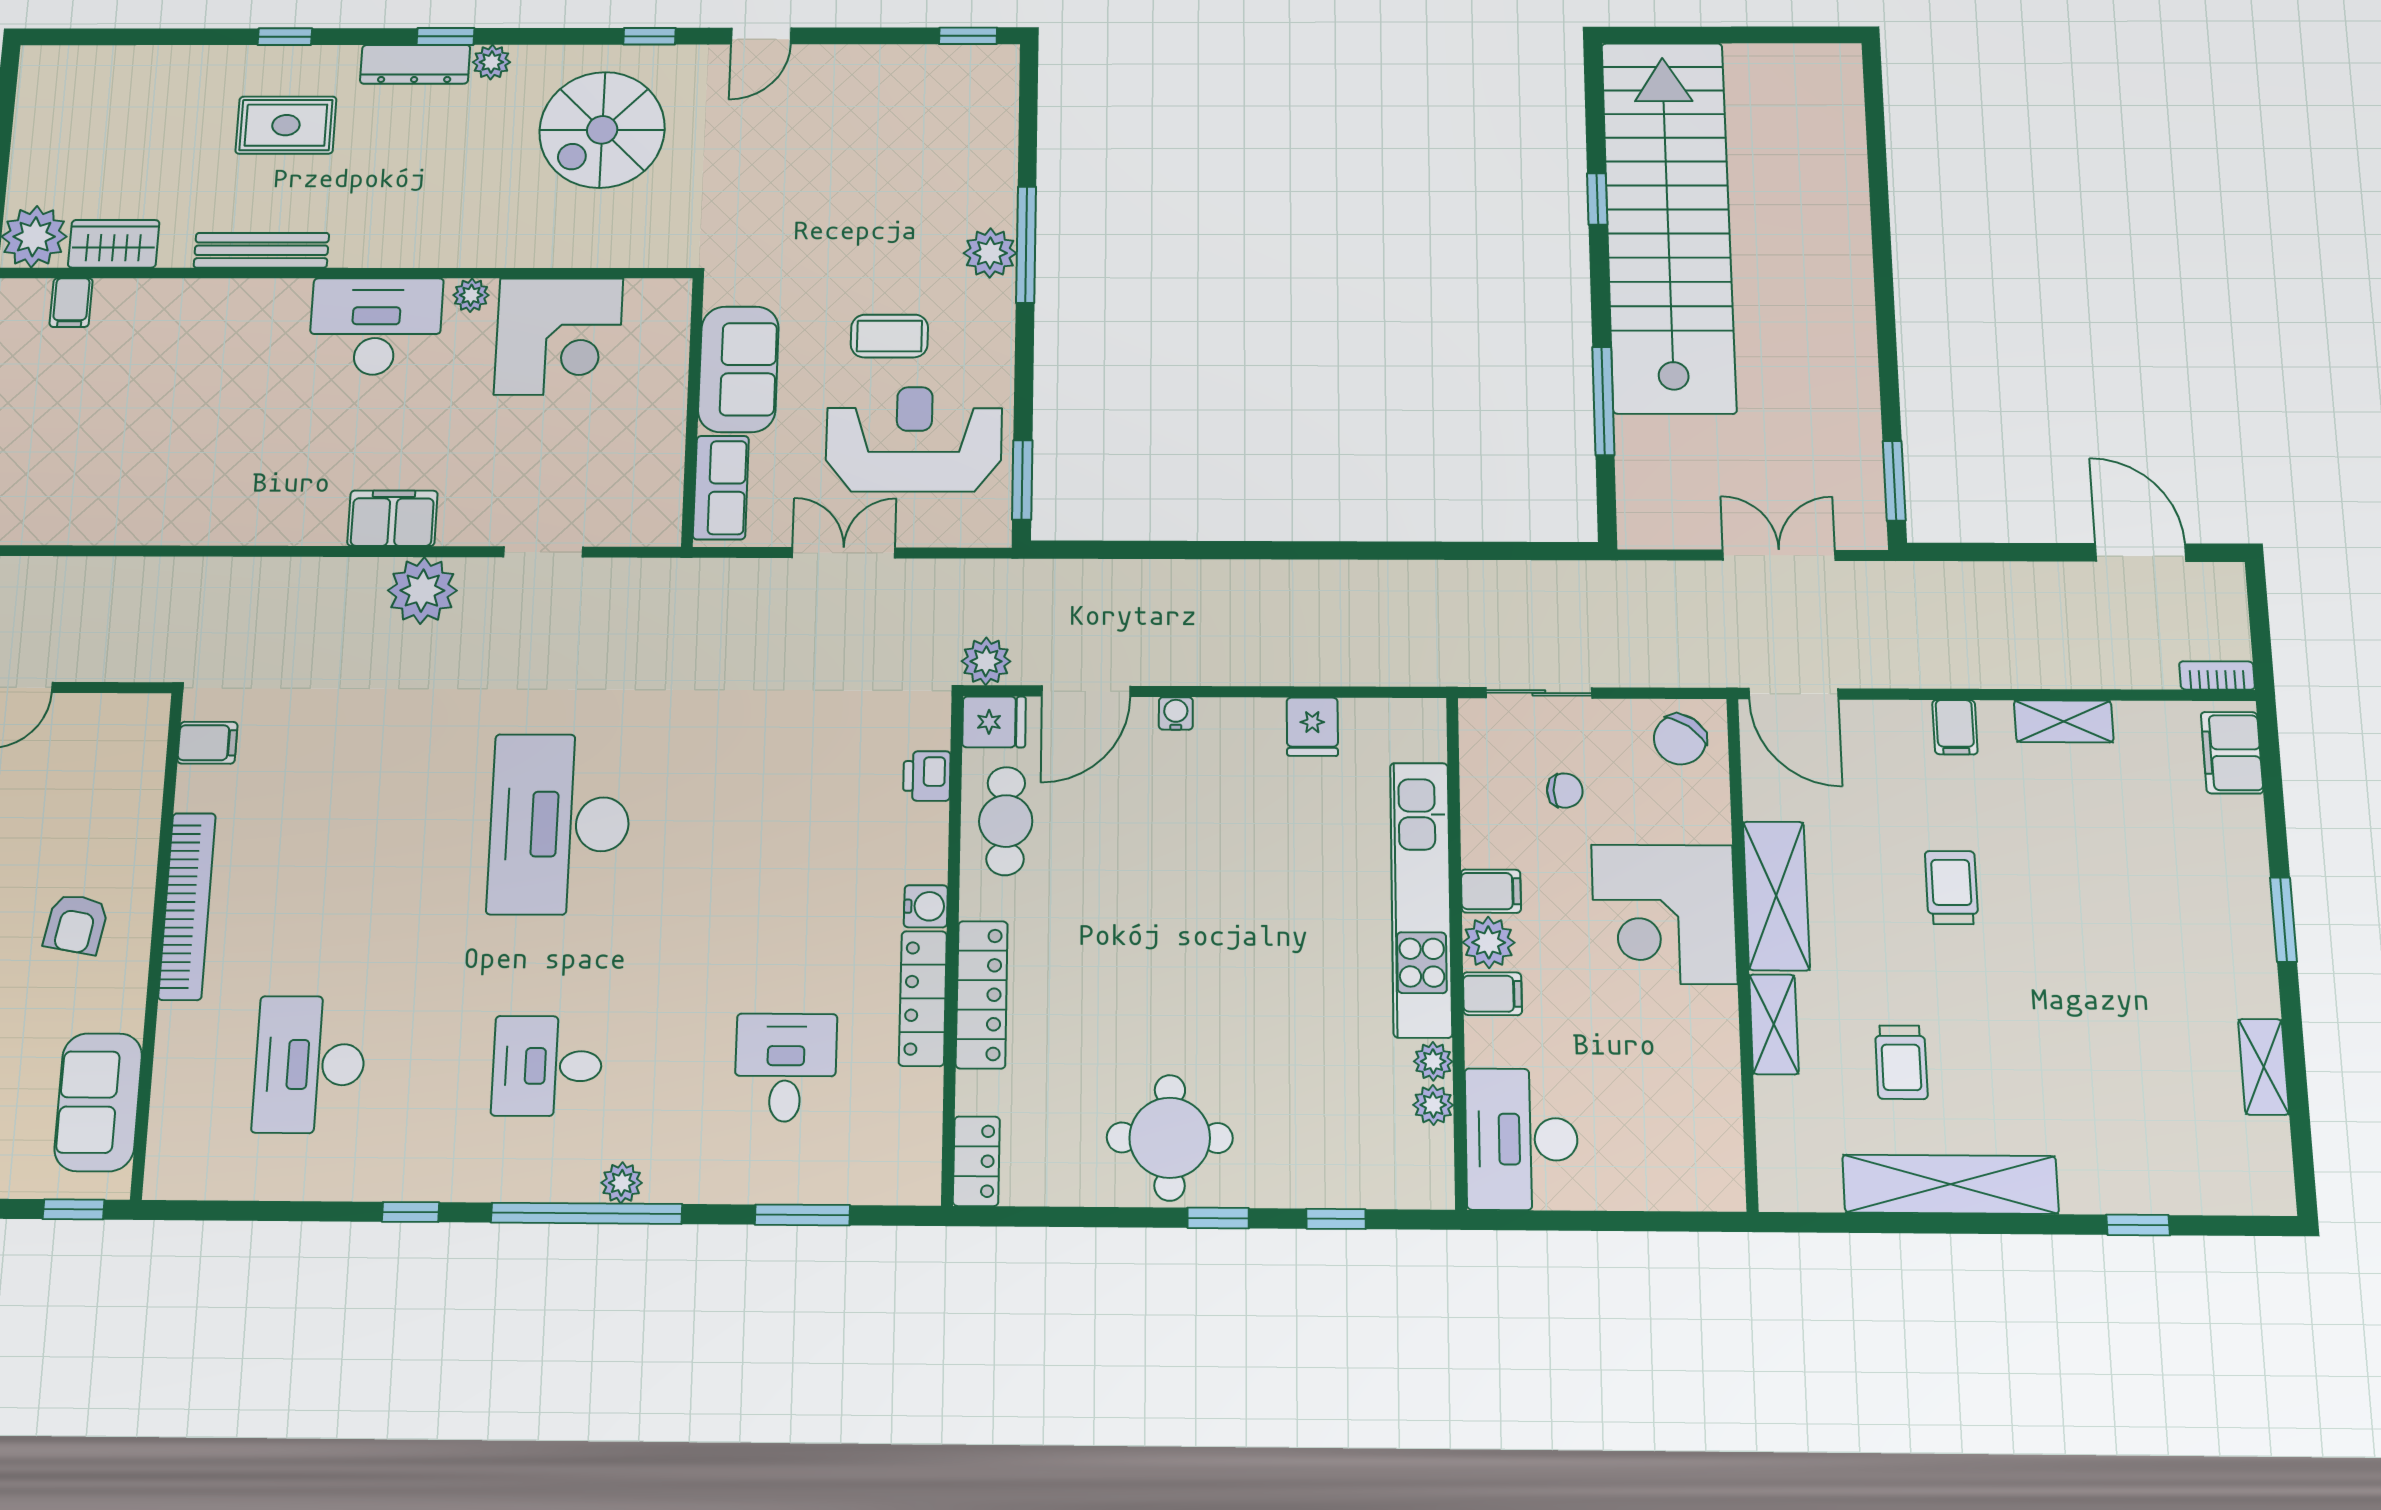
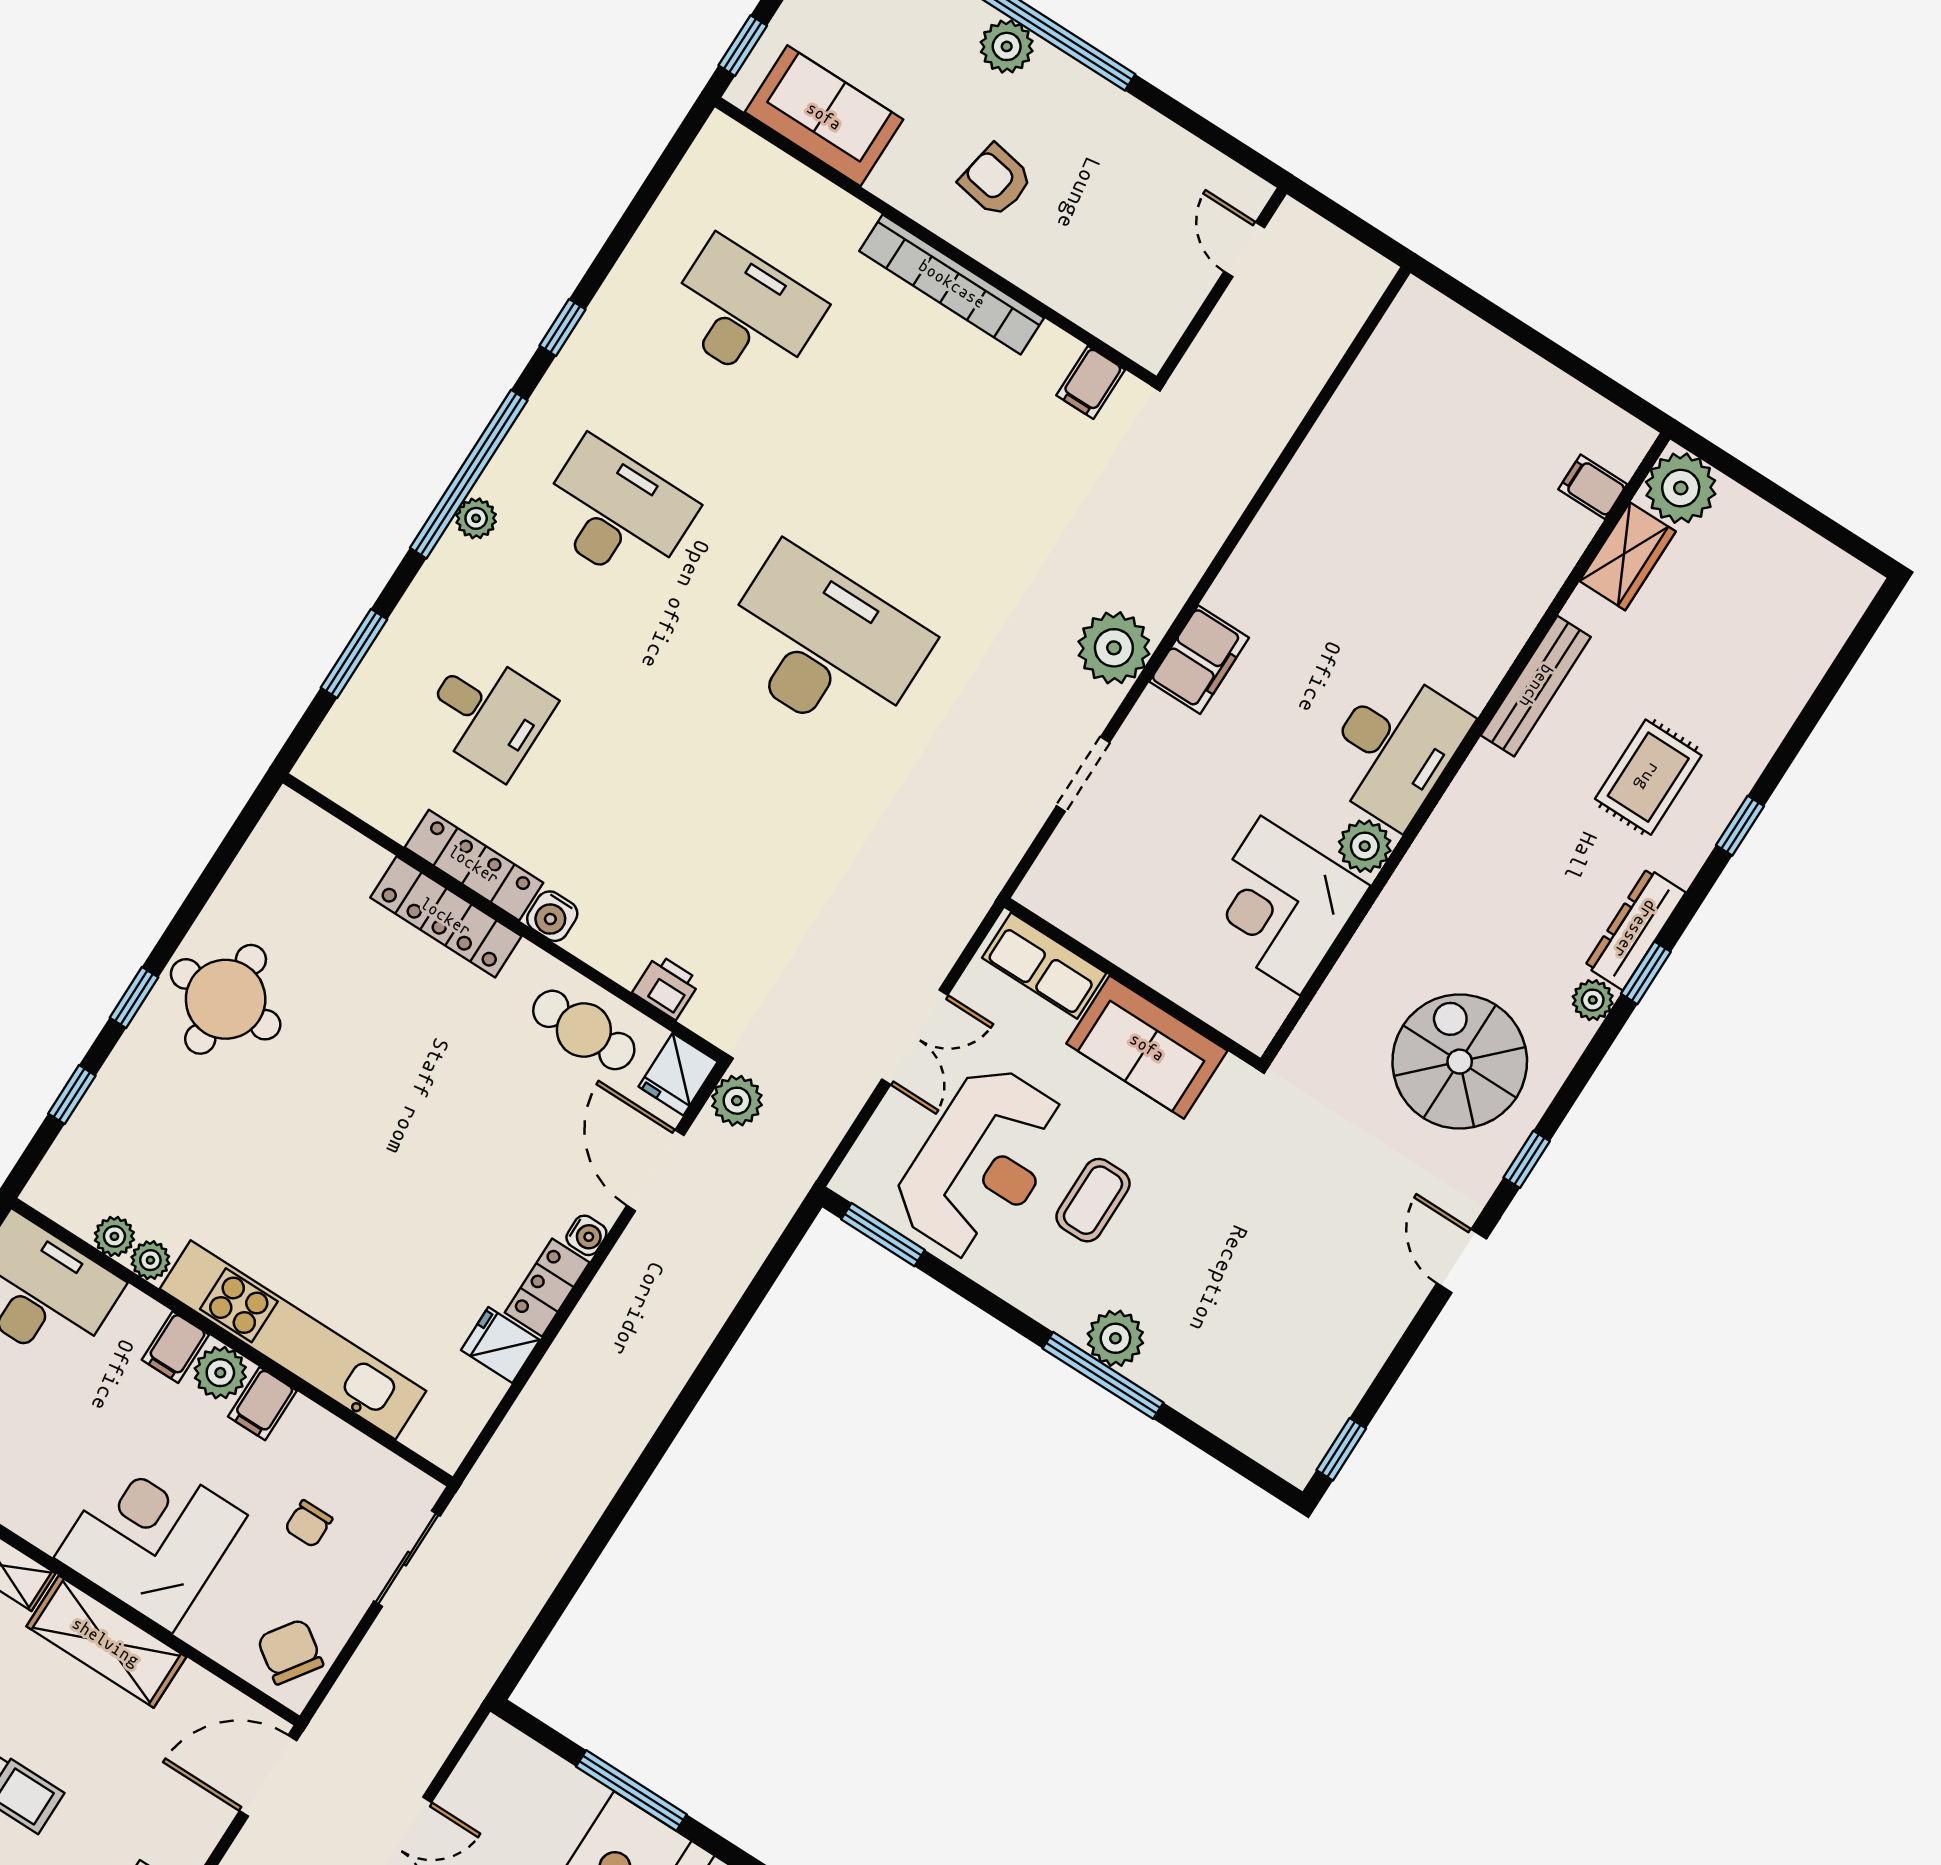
plant: (471, 295) -> (1365, 846), width x1.38, depth x1.38
desk: (547, 1066) -> (616, 513), width x1.37
locker: (976, 1161) -> (547, 1287), moved, turned 90

